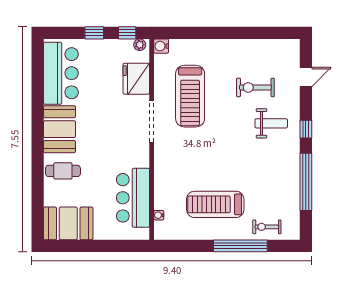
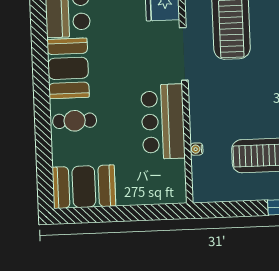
bar counter: (133, 198) -> (163, 122), moved
water cooler: (159, 215) -> (197, 149), moved

